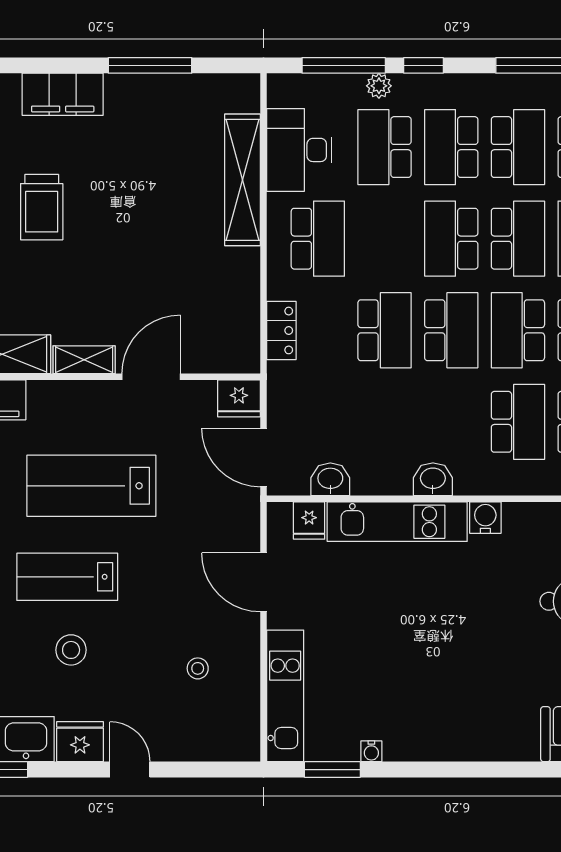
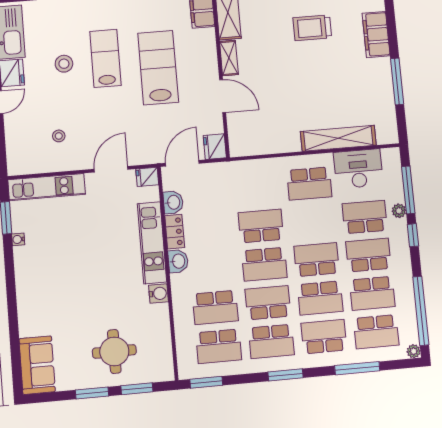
school desk: (385, 330) -> (261, 226), turned 180
locker: (281, 331) -> (175, 232), moved, turned -90
fridge: (309, 521) -> (147, 177), moved

